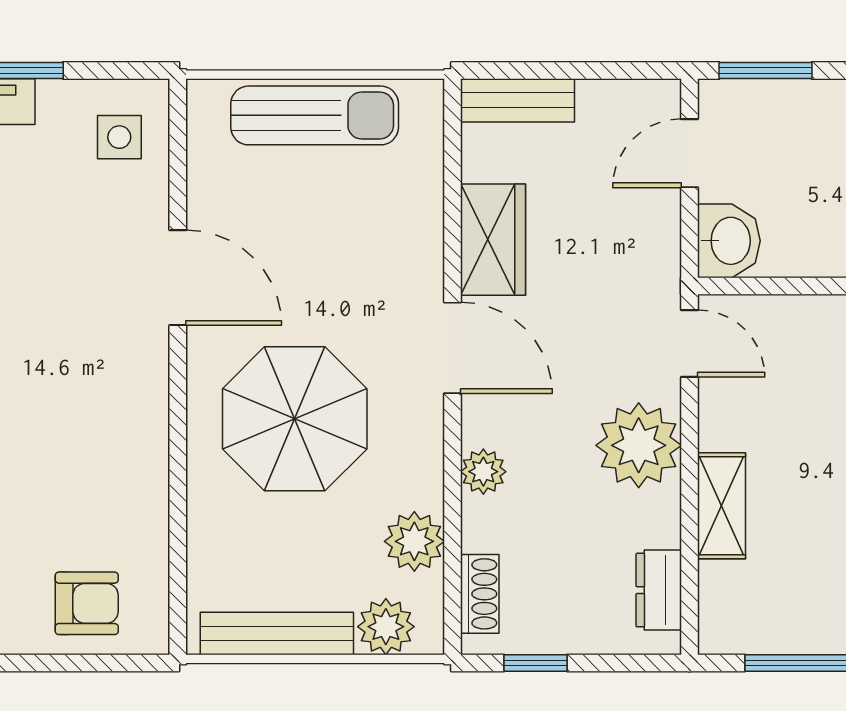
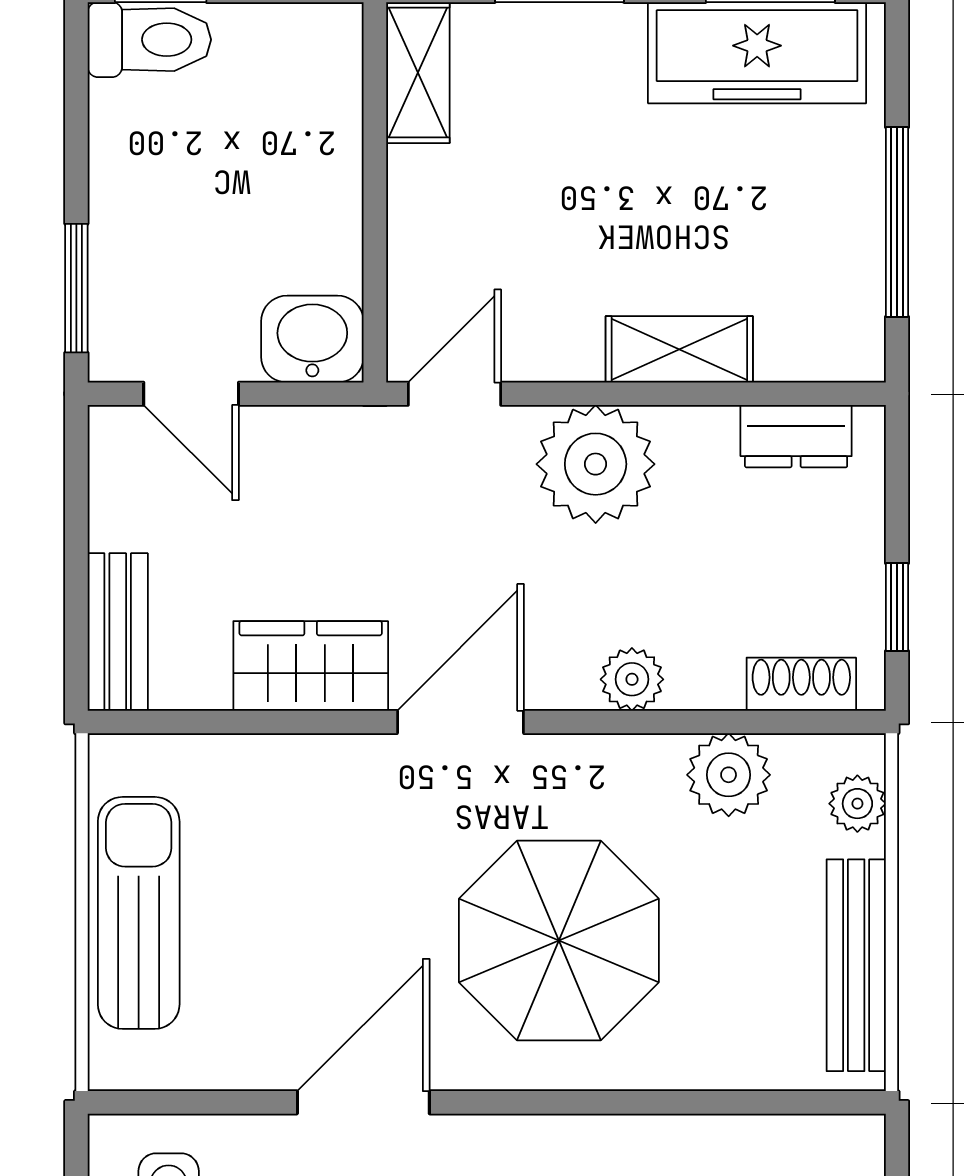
plant: (386, 627) -> (857, 804), width x0.73, depth x0.73

